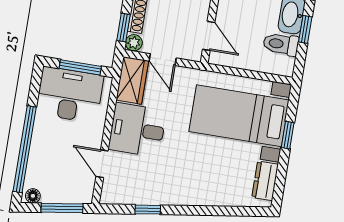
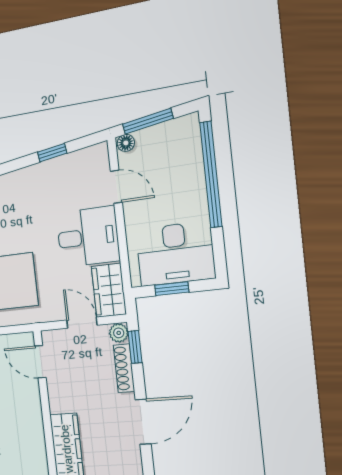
window: (80, 67) -> (172, 289), width x0.67
floor lamp: (33, 196) -> (126, 143), moved

